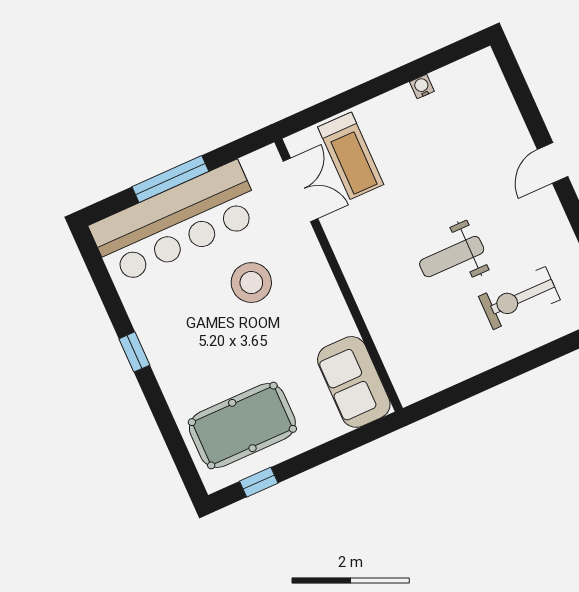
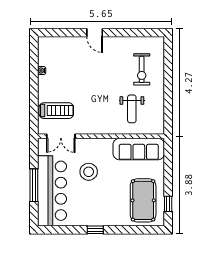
double door: (300, 190) -> (61, 136), swing flipped
weight bench: (452, 257) -> (132, 109), moved
sofa: (354, 382) -> (139, 149), width x1.36

